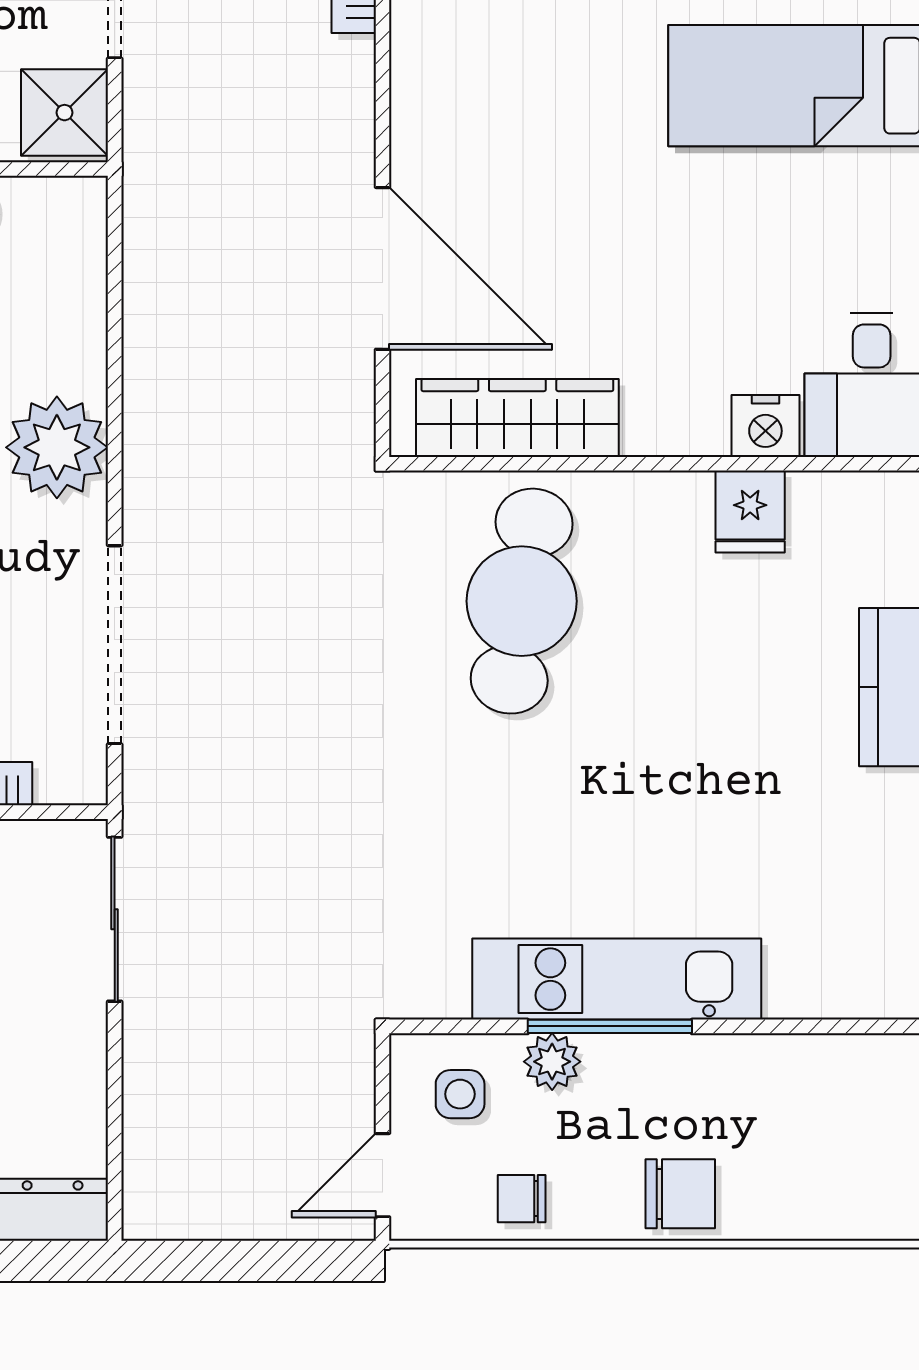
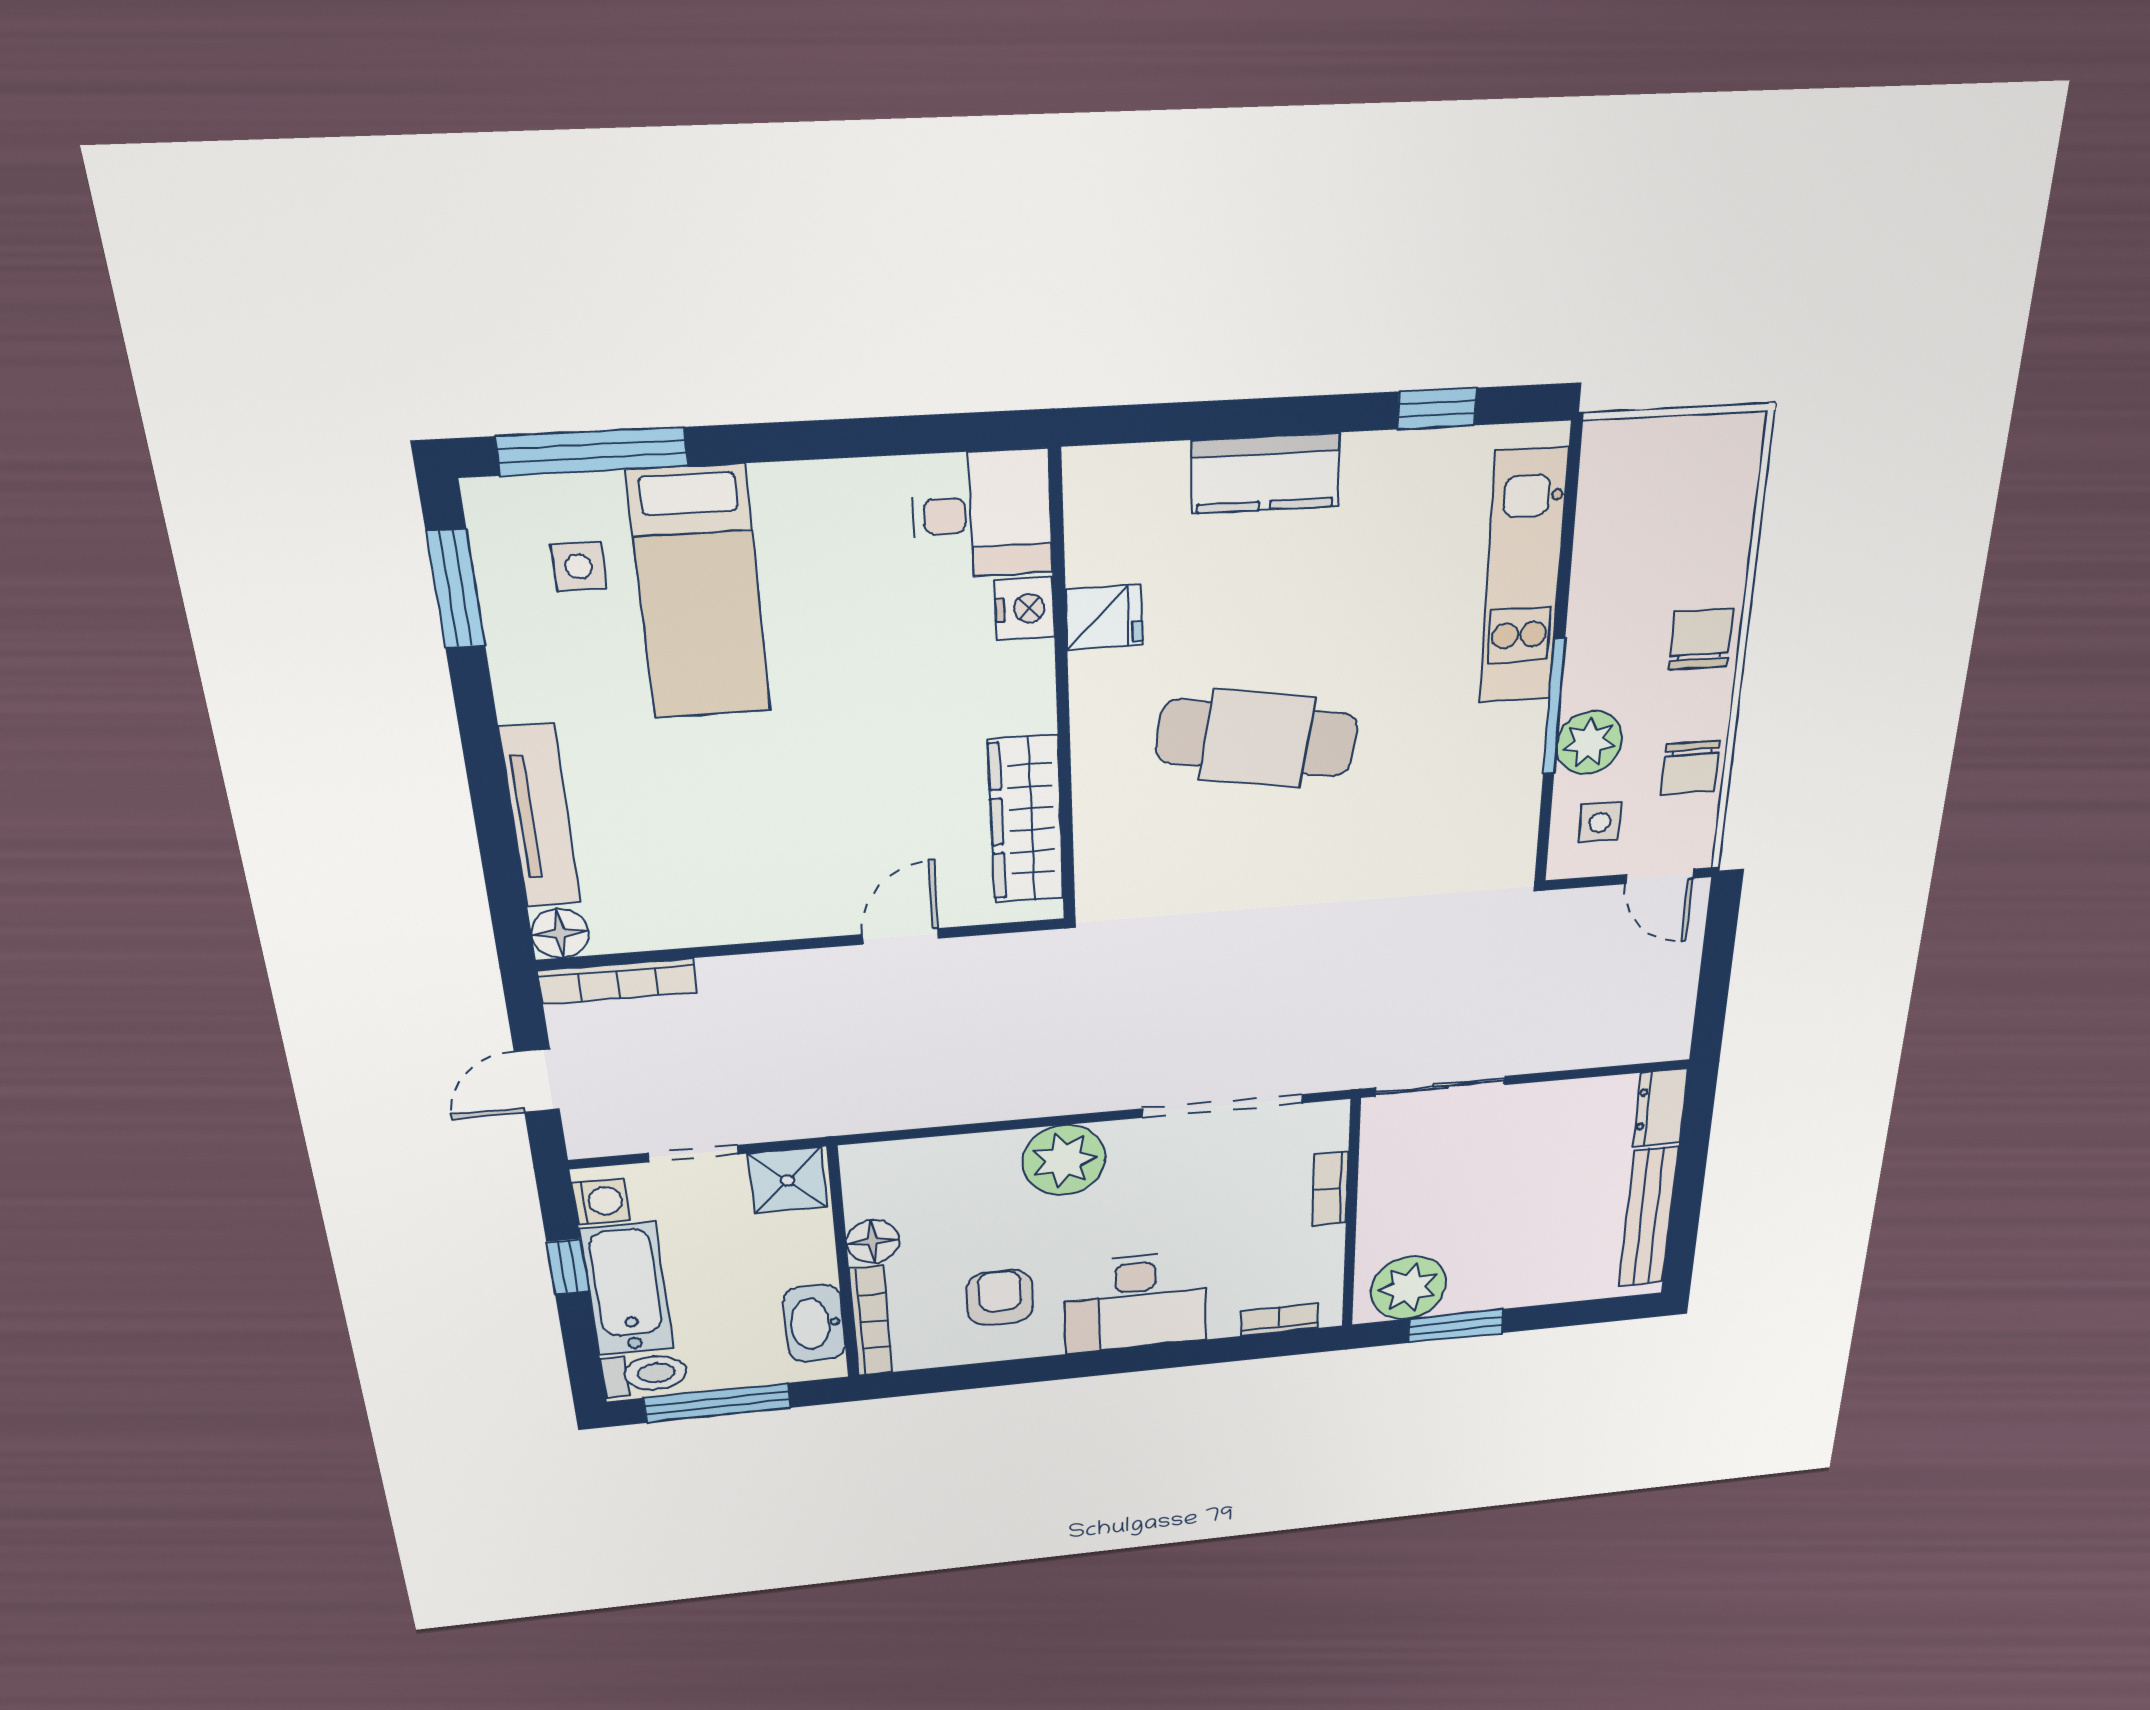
door: (383, 268) -> (900, 936), width x0.53
cafe table: (522, 601) -> (1257, 738), moved
kitchen unit: (617, 979) -> (1523, 578), moved
plant: (552, 1062) -> (1589, 743), width x1.38, depth x1.38
chair: (522, 1199) -> (1690, 768), width x1.37, depth x1.37

